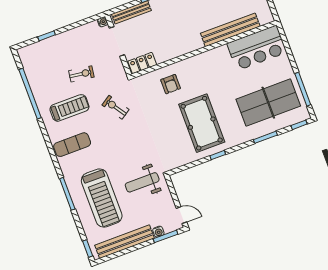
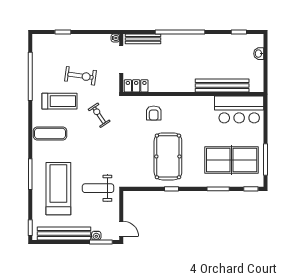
exercise bike: (81, 74) -> (80, 76), width x1.38, depth x1.39
treadmill: (102, 198) -> (58, 189), turned 180

